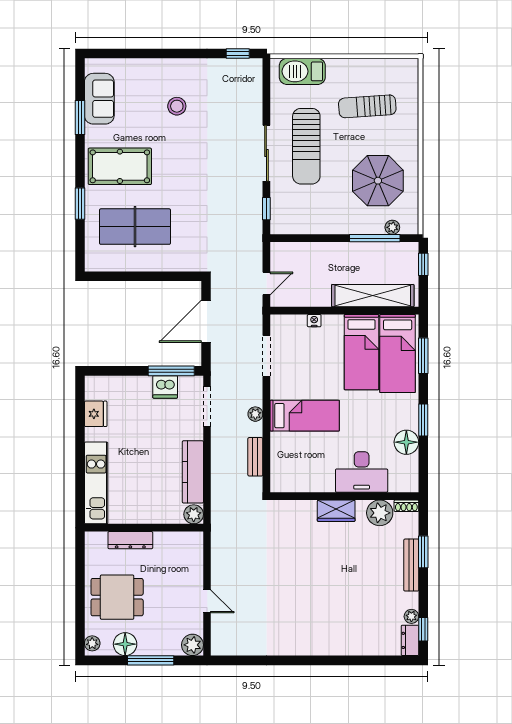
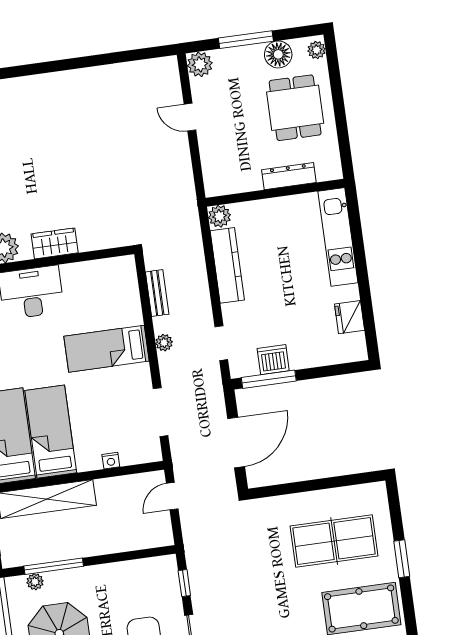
doorway: (207, 407) -> (221, 343), width x0.73
dining table: (117, 597) -> (295, 108), turned 90

